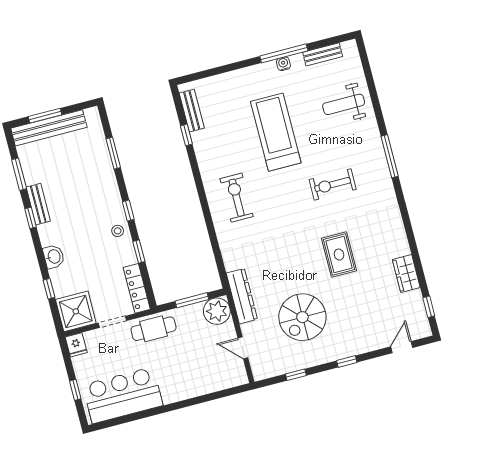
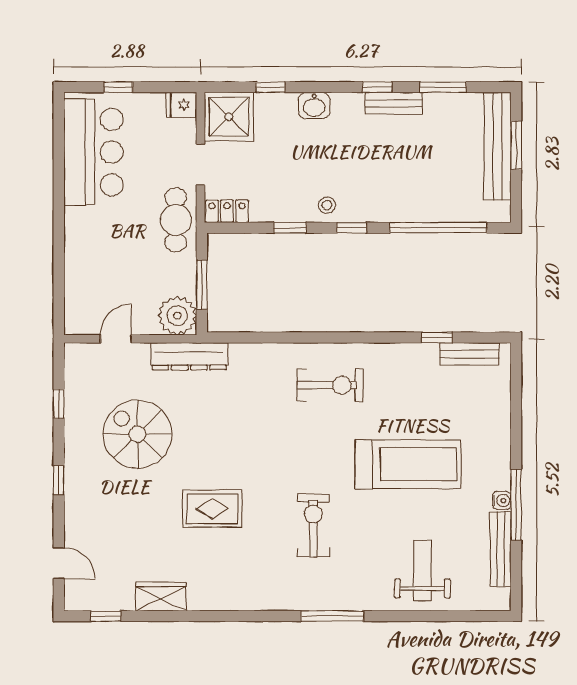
bench: (323, 54) -> (500, 549), width x1.36
window: (113, 153) -> (438, 228), width x2.11
locker: (137, 288) -> (227, 211), width x0.66

